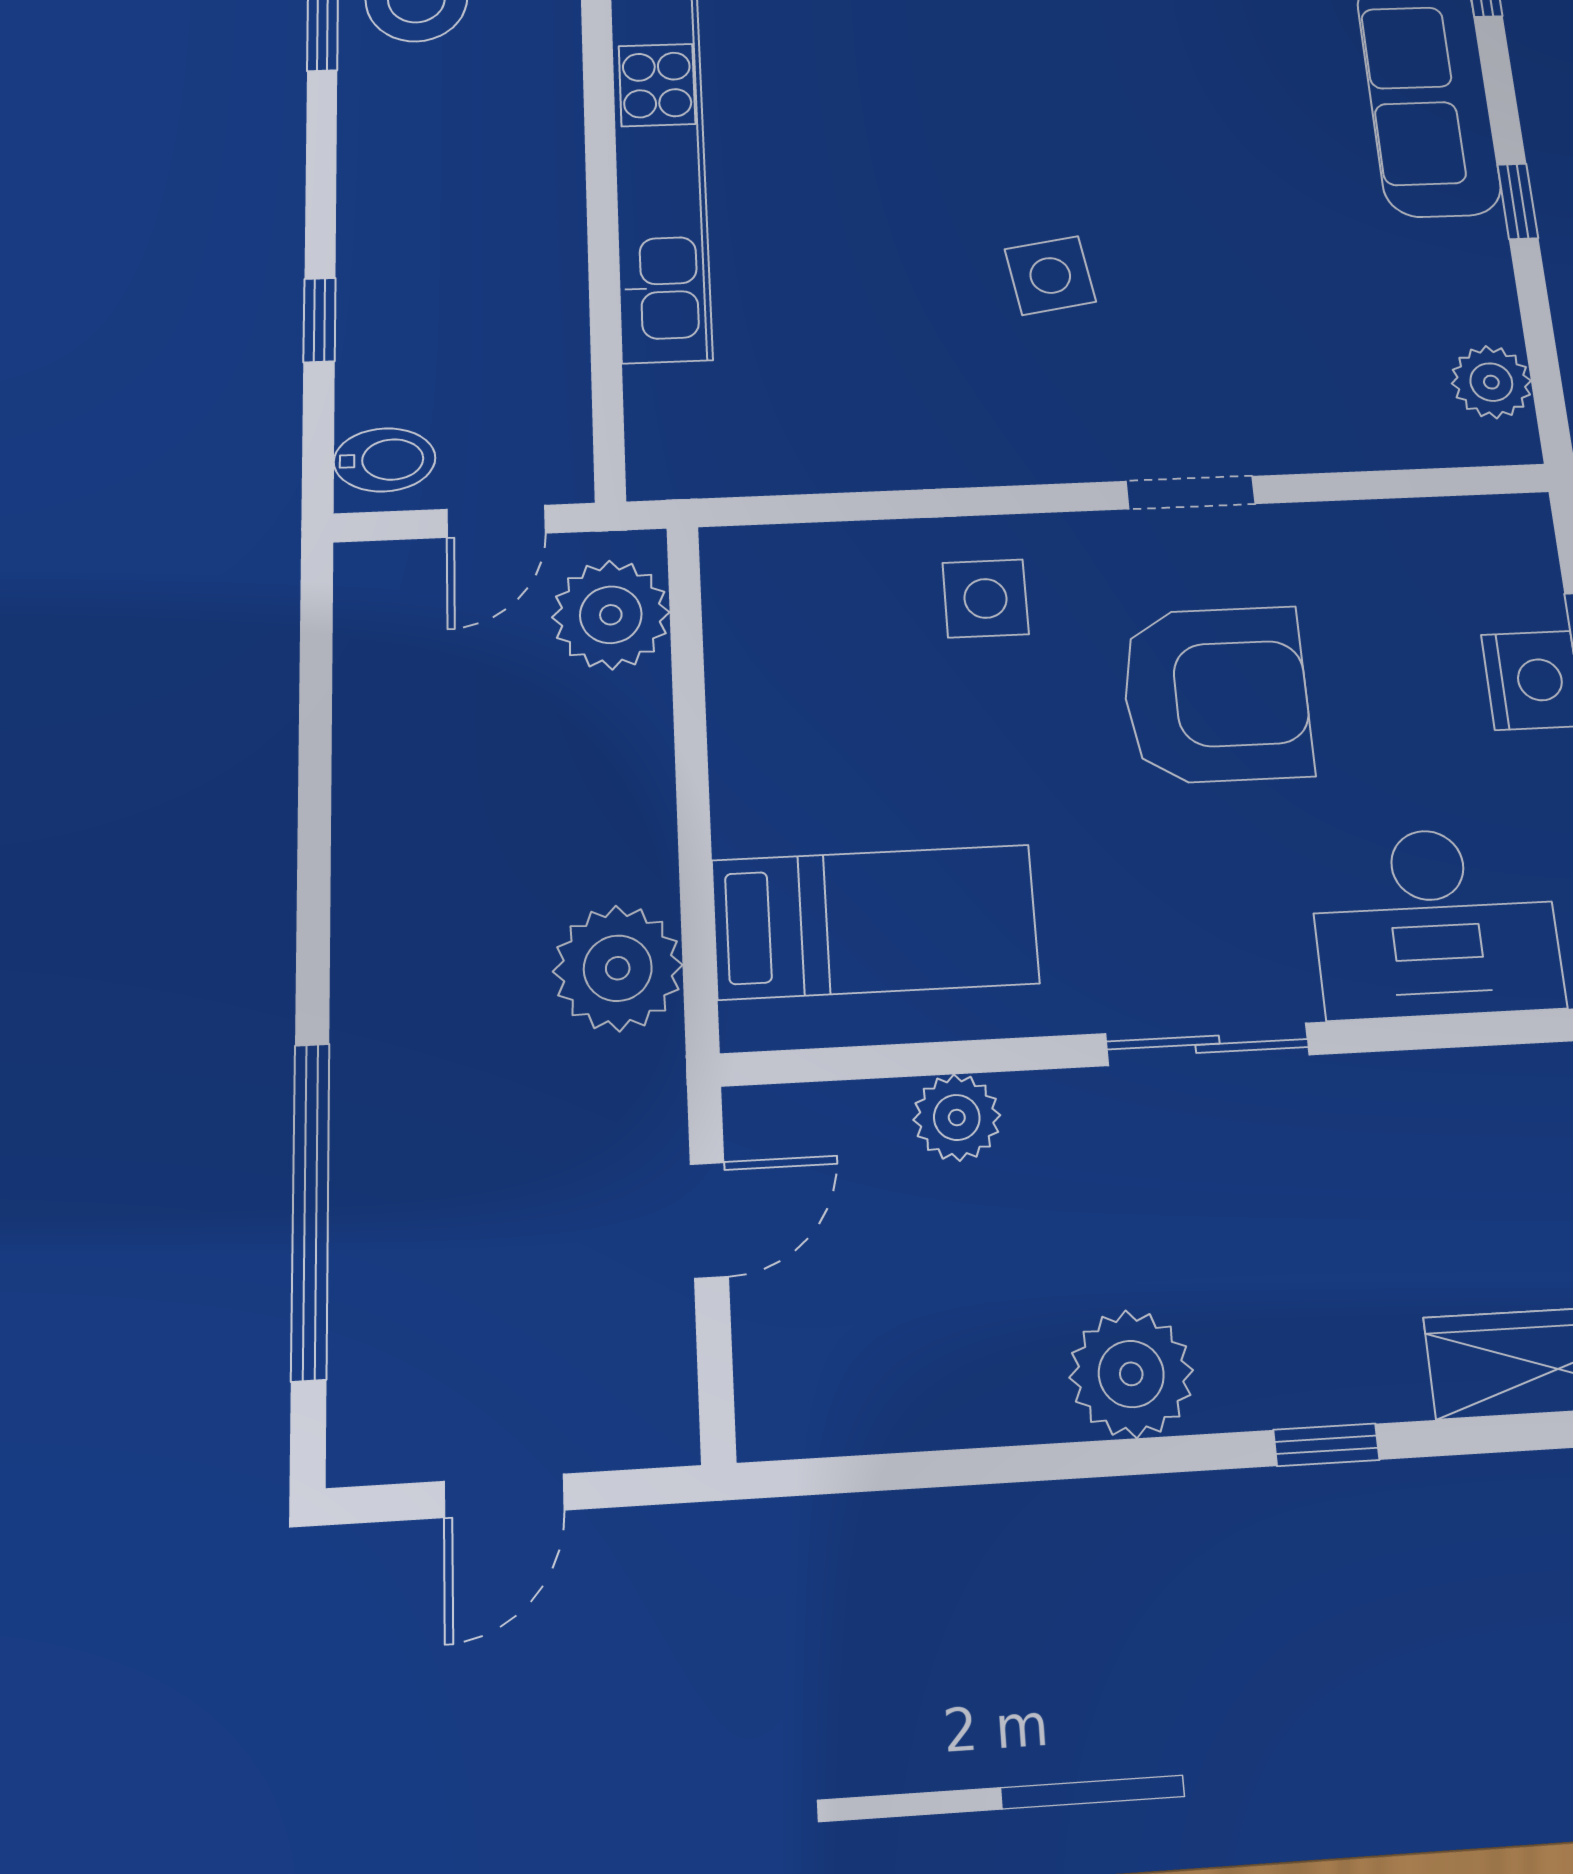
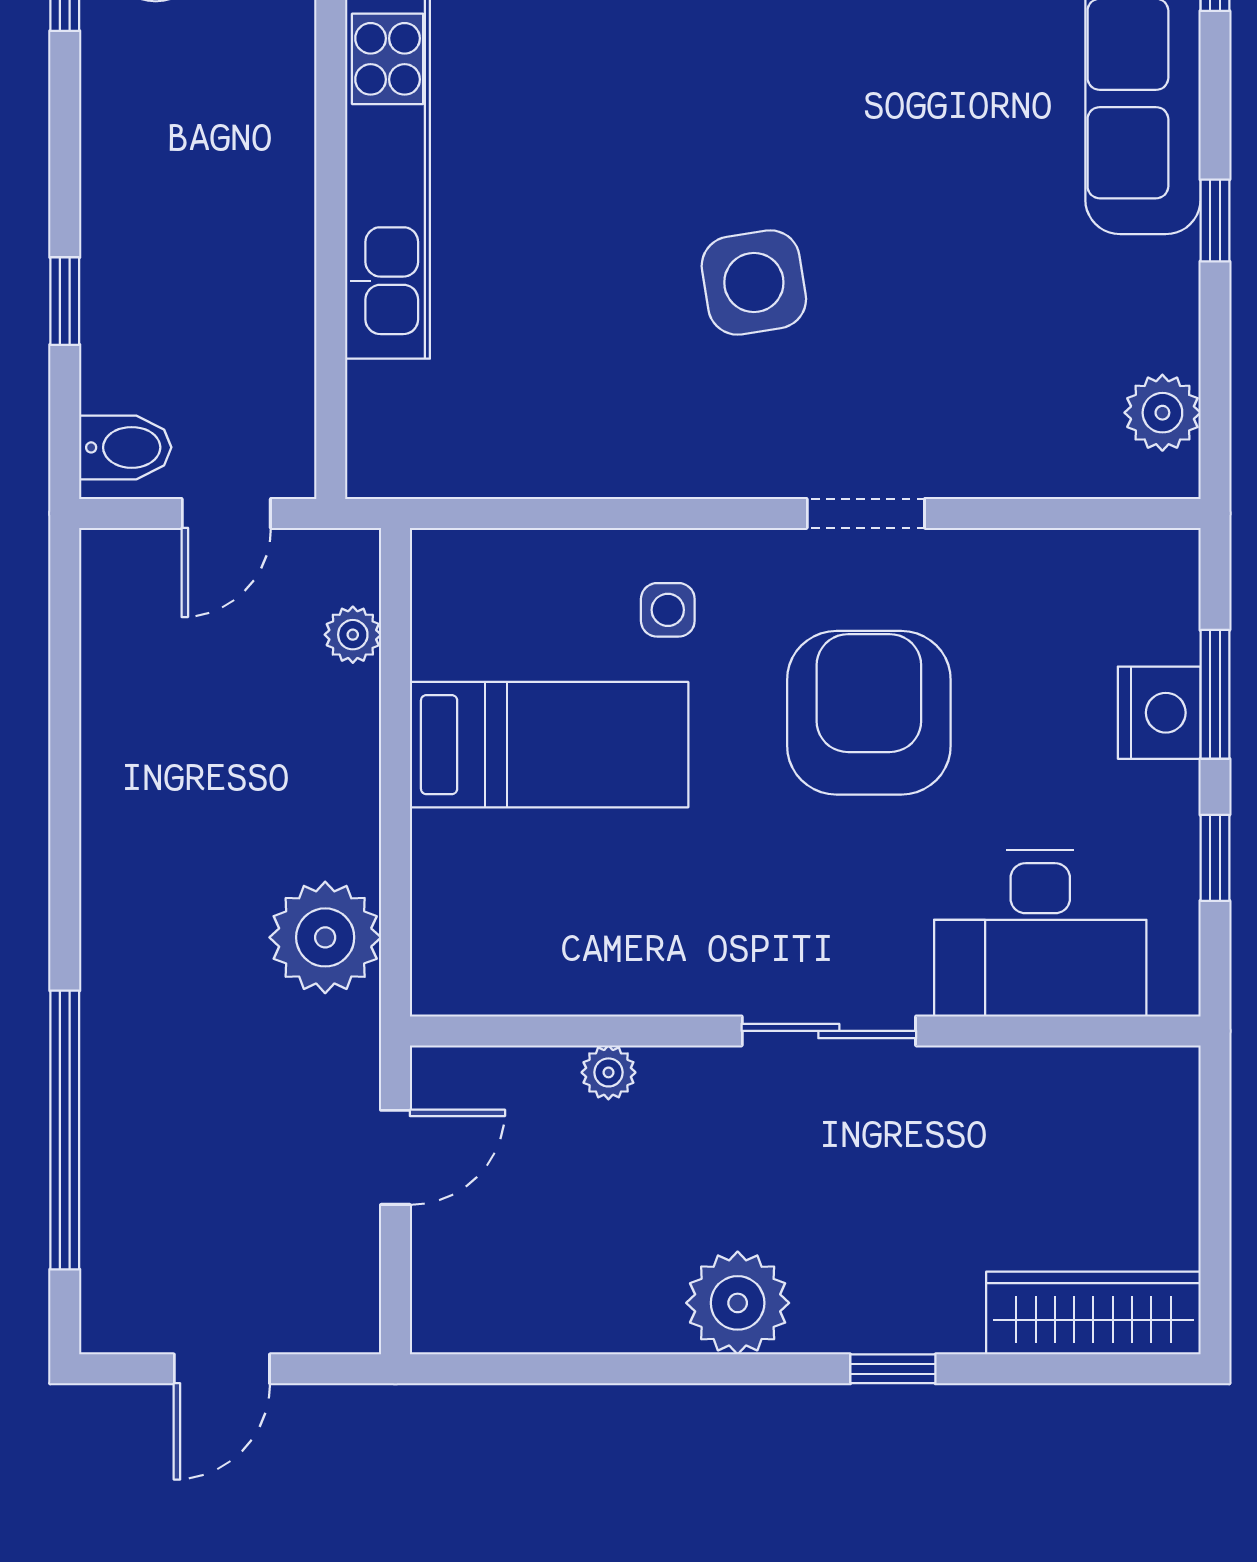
side table: (1050, 276) -> (754, 282), width x1.37, depth x1.37
side table: (985, 598) -> (668, 610), width x0.73, depth x0.73
plant: (611, 615) -> (353, 635), width x0.53, depth x0.53
armchair: (1216, 695) -> (869, 713), turned -90
bed: (875, 922) -> (549, 745), moved
plant: (957, 1118) -> (608, 1072), width x0.73, depth x0.73

